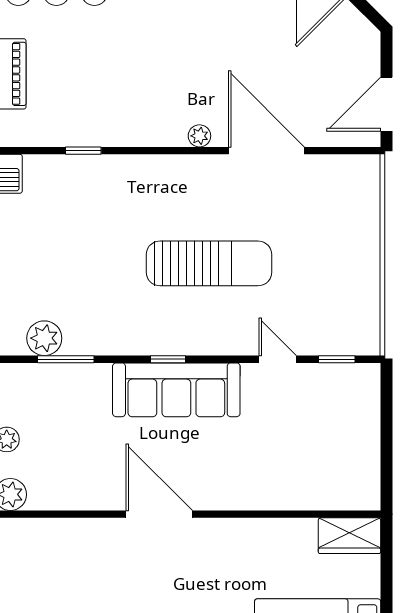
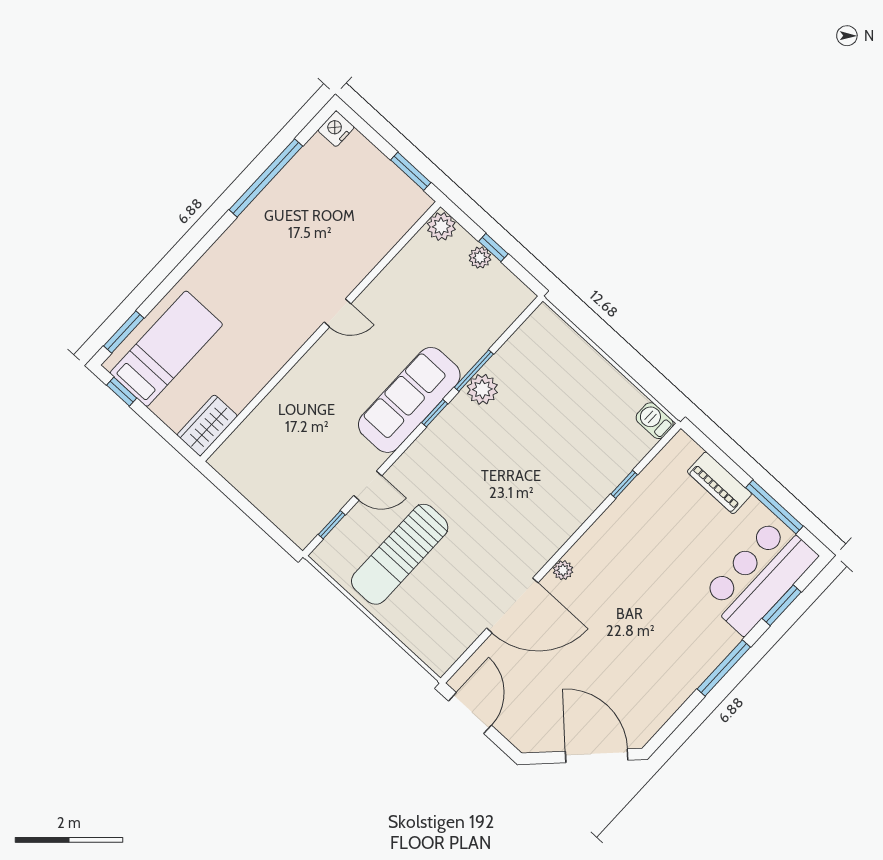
sun lounger: (209, 263) -> (400, 554), moved
plant: (44, 338) -> (482, 389), moved
window: (66, 359) -> (474, 371), moved
door: (159, 514) -> (338, 313), width x0.53

